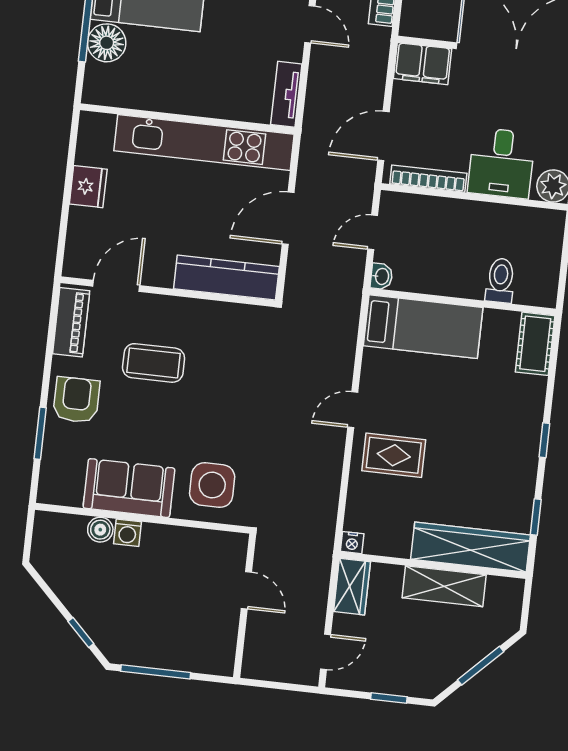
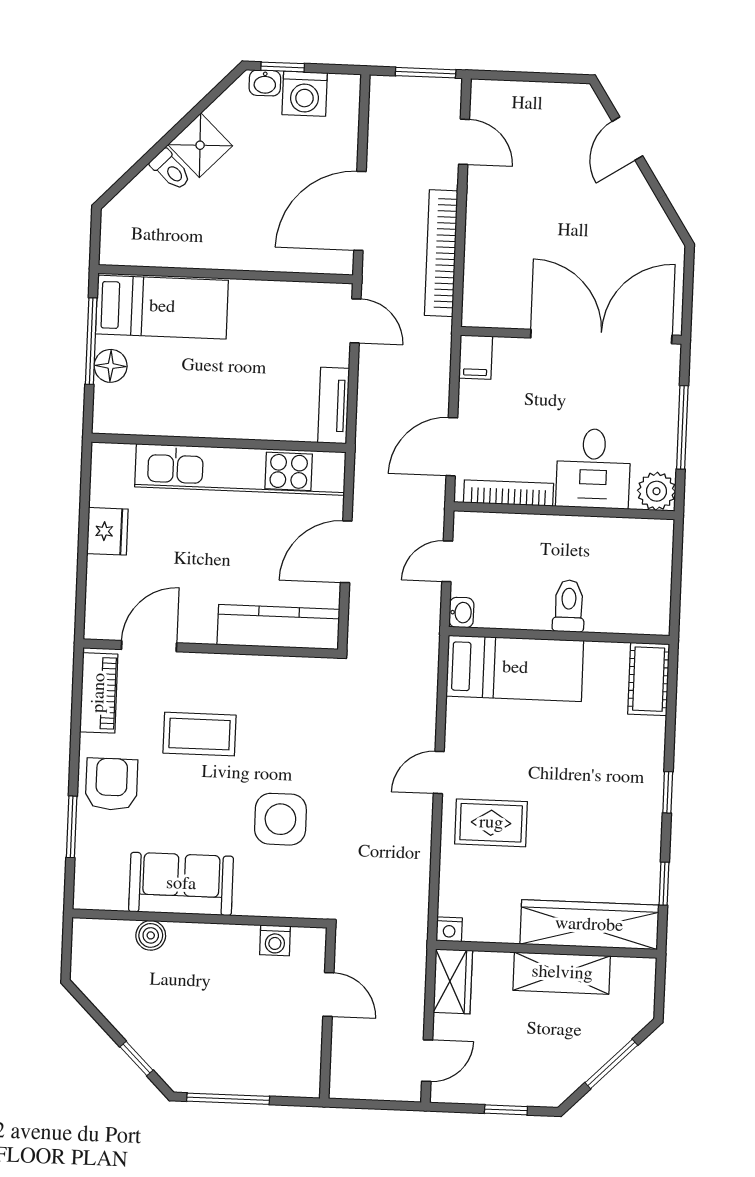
floor lamp: (107, 43) -> (111, 366), width x0.73, depth x0.73
filing cabinet: (422, 64) -> (476, 357), width x0.50
toilet: (500, 280) -> (569, 606), moved
side table: (212, 485) -> (280, 819), moved
washing machine: (127, 533) -> (275, 940), moved

